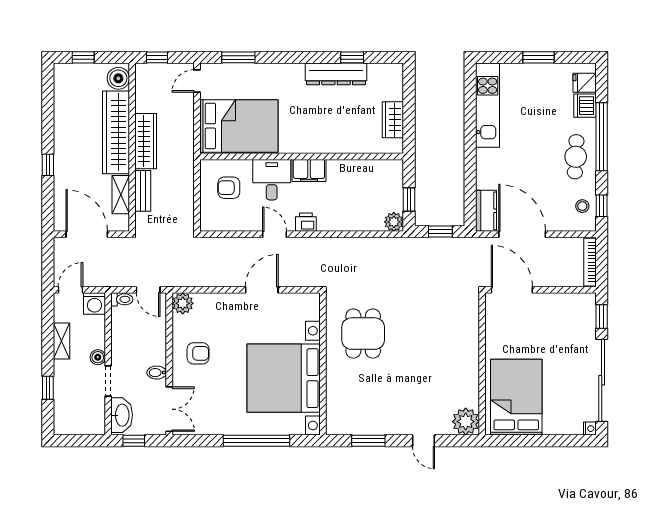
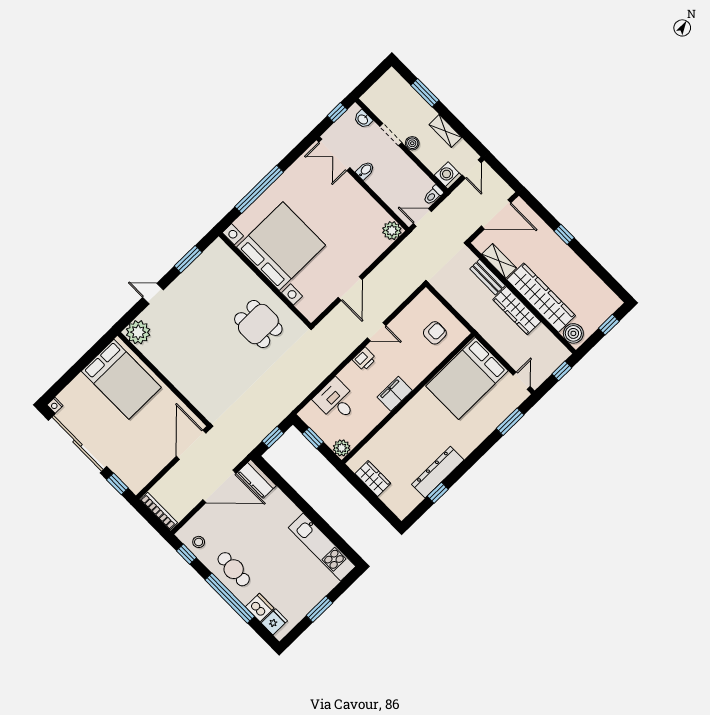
desk: (272, 180) -> (336, 401), moved, turned 180
plant: (394, 222) -> (342, 448), moved
door: (512, 290) -> (191, 445), swing flipped
armchair: (198, 353) -> (351, 208), removed
window: (48, 388) -> (425, 93), width x1.50
washbasin: (122, 415) -> (363, 119), width x0.52, depth x0.69

